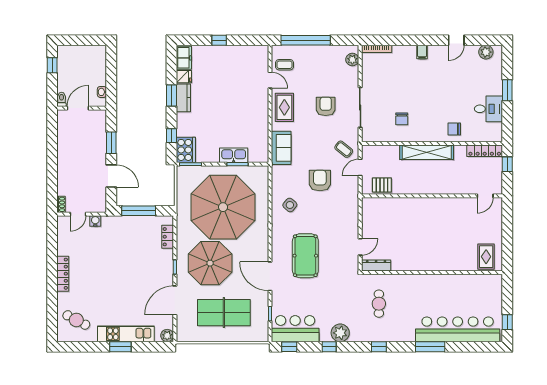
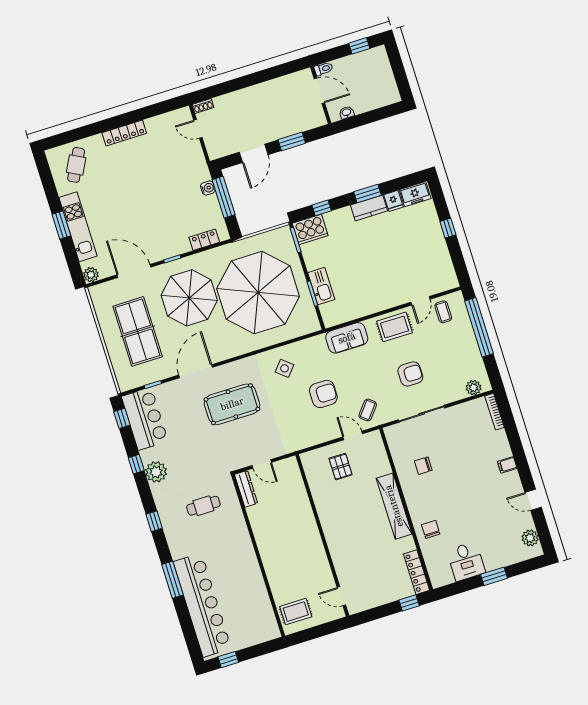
wall: (432, 196) -> (322, 535), moved
door: (485, 196) -> (341, 596), moved
water cooler: (95, 221) -> (208, 188), moved

